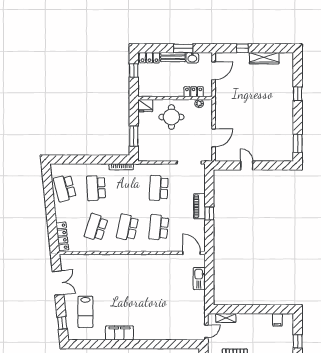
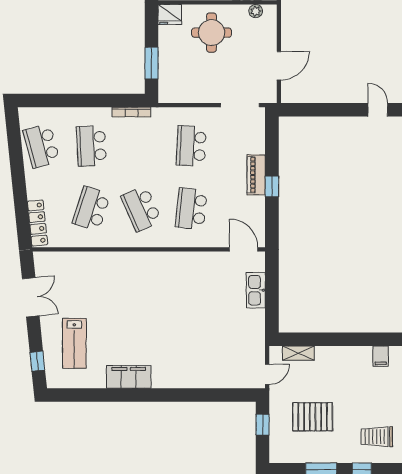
door: (247, 165) -> (378, 110), moved
school desk: (127, 227) -> (141, 209), turned -36

